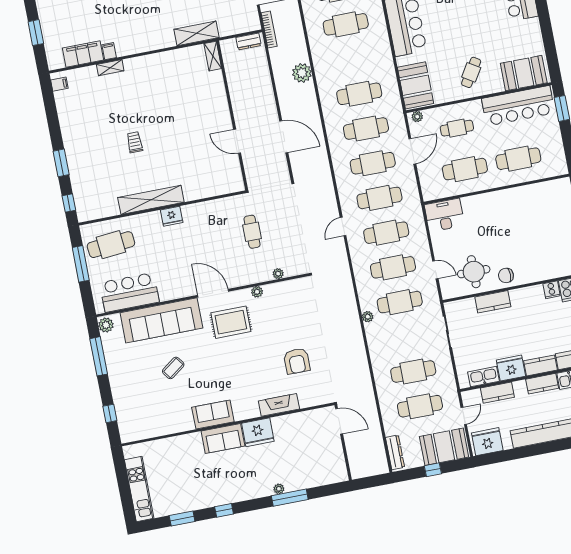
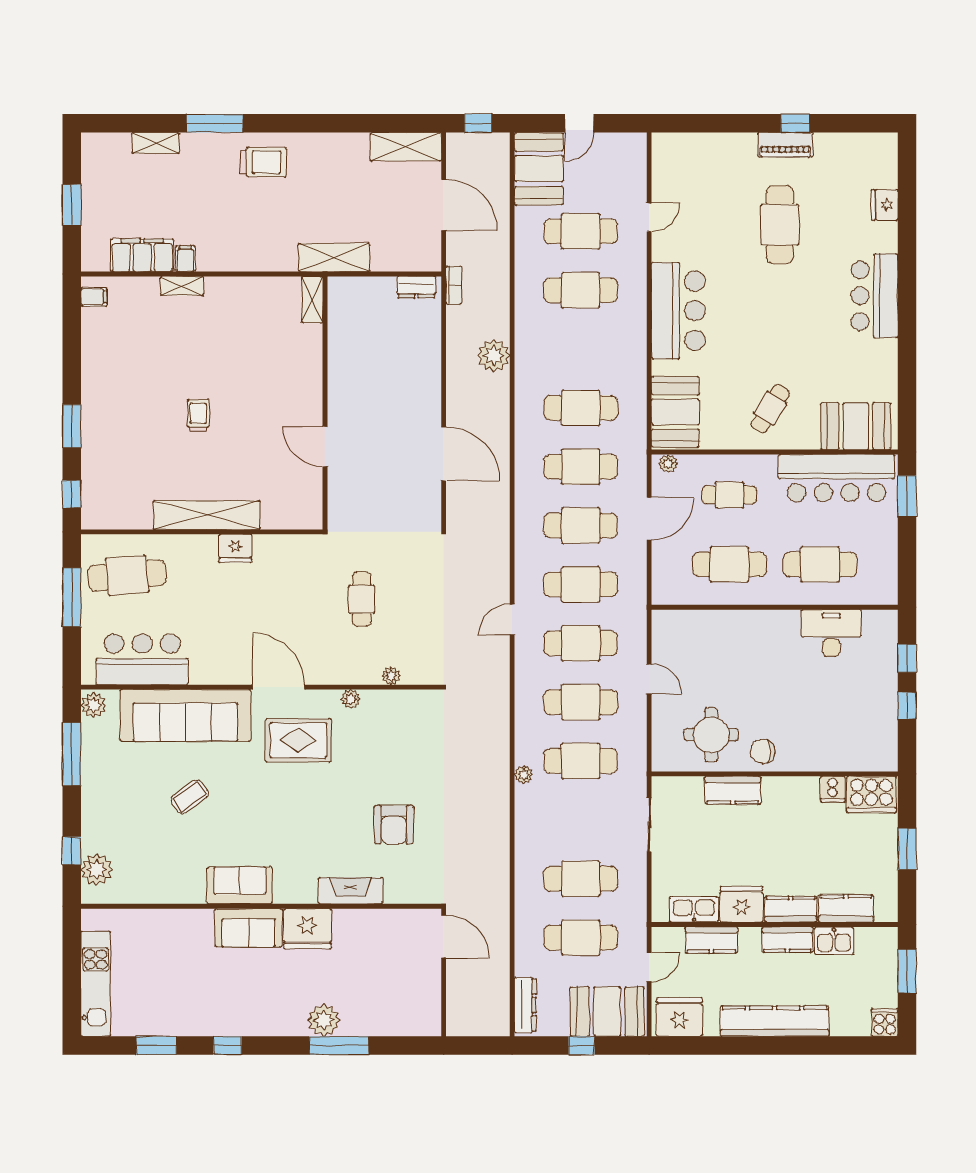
bookcase: (269, 30) -> (454, 285), width x0.64
shelving: (213, 56) -> (312, 300), moved
wall: (232, 116) -> (325, 403), moved
door: (237, 141) -> (325, 447), moved
desk: (444, 215) -> (831, 633), moved
door: (435, 270) -> (649, 679), moved
plant: (127, 422) -> (97, 870), added
plant: (279, 489) -> (324, 1020), width x1.88, depth x1.88

